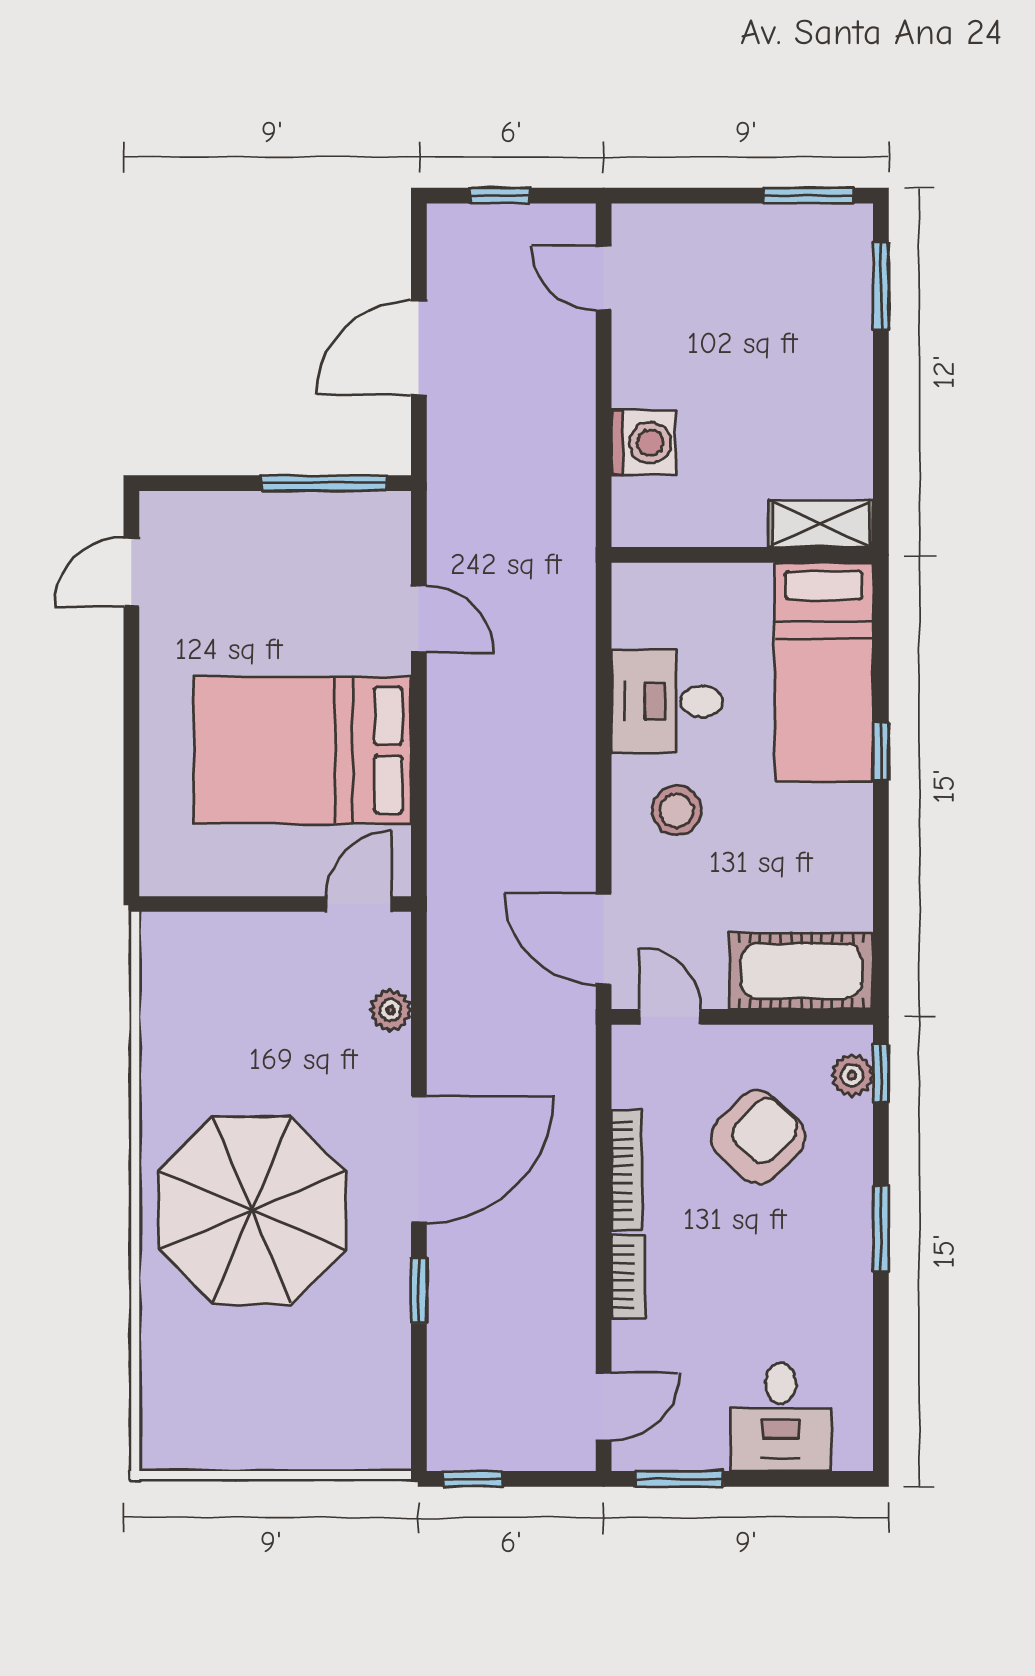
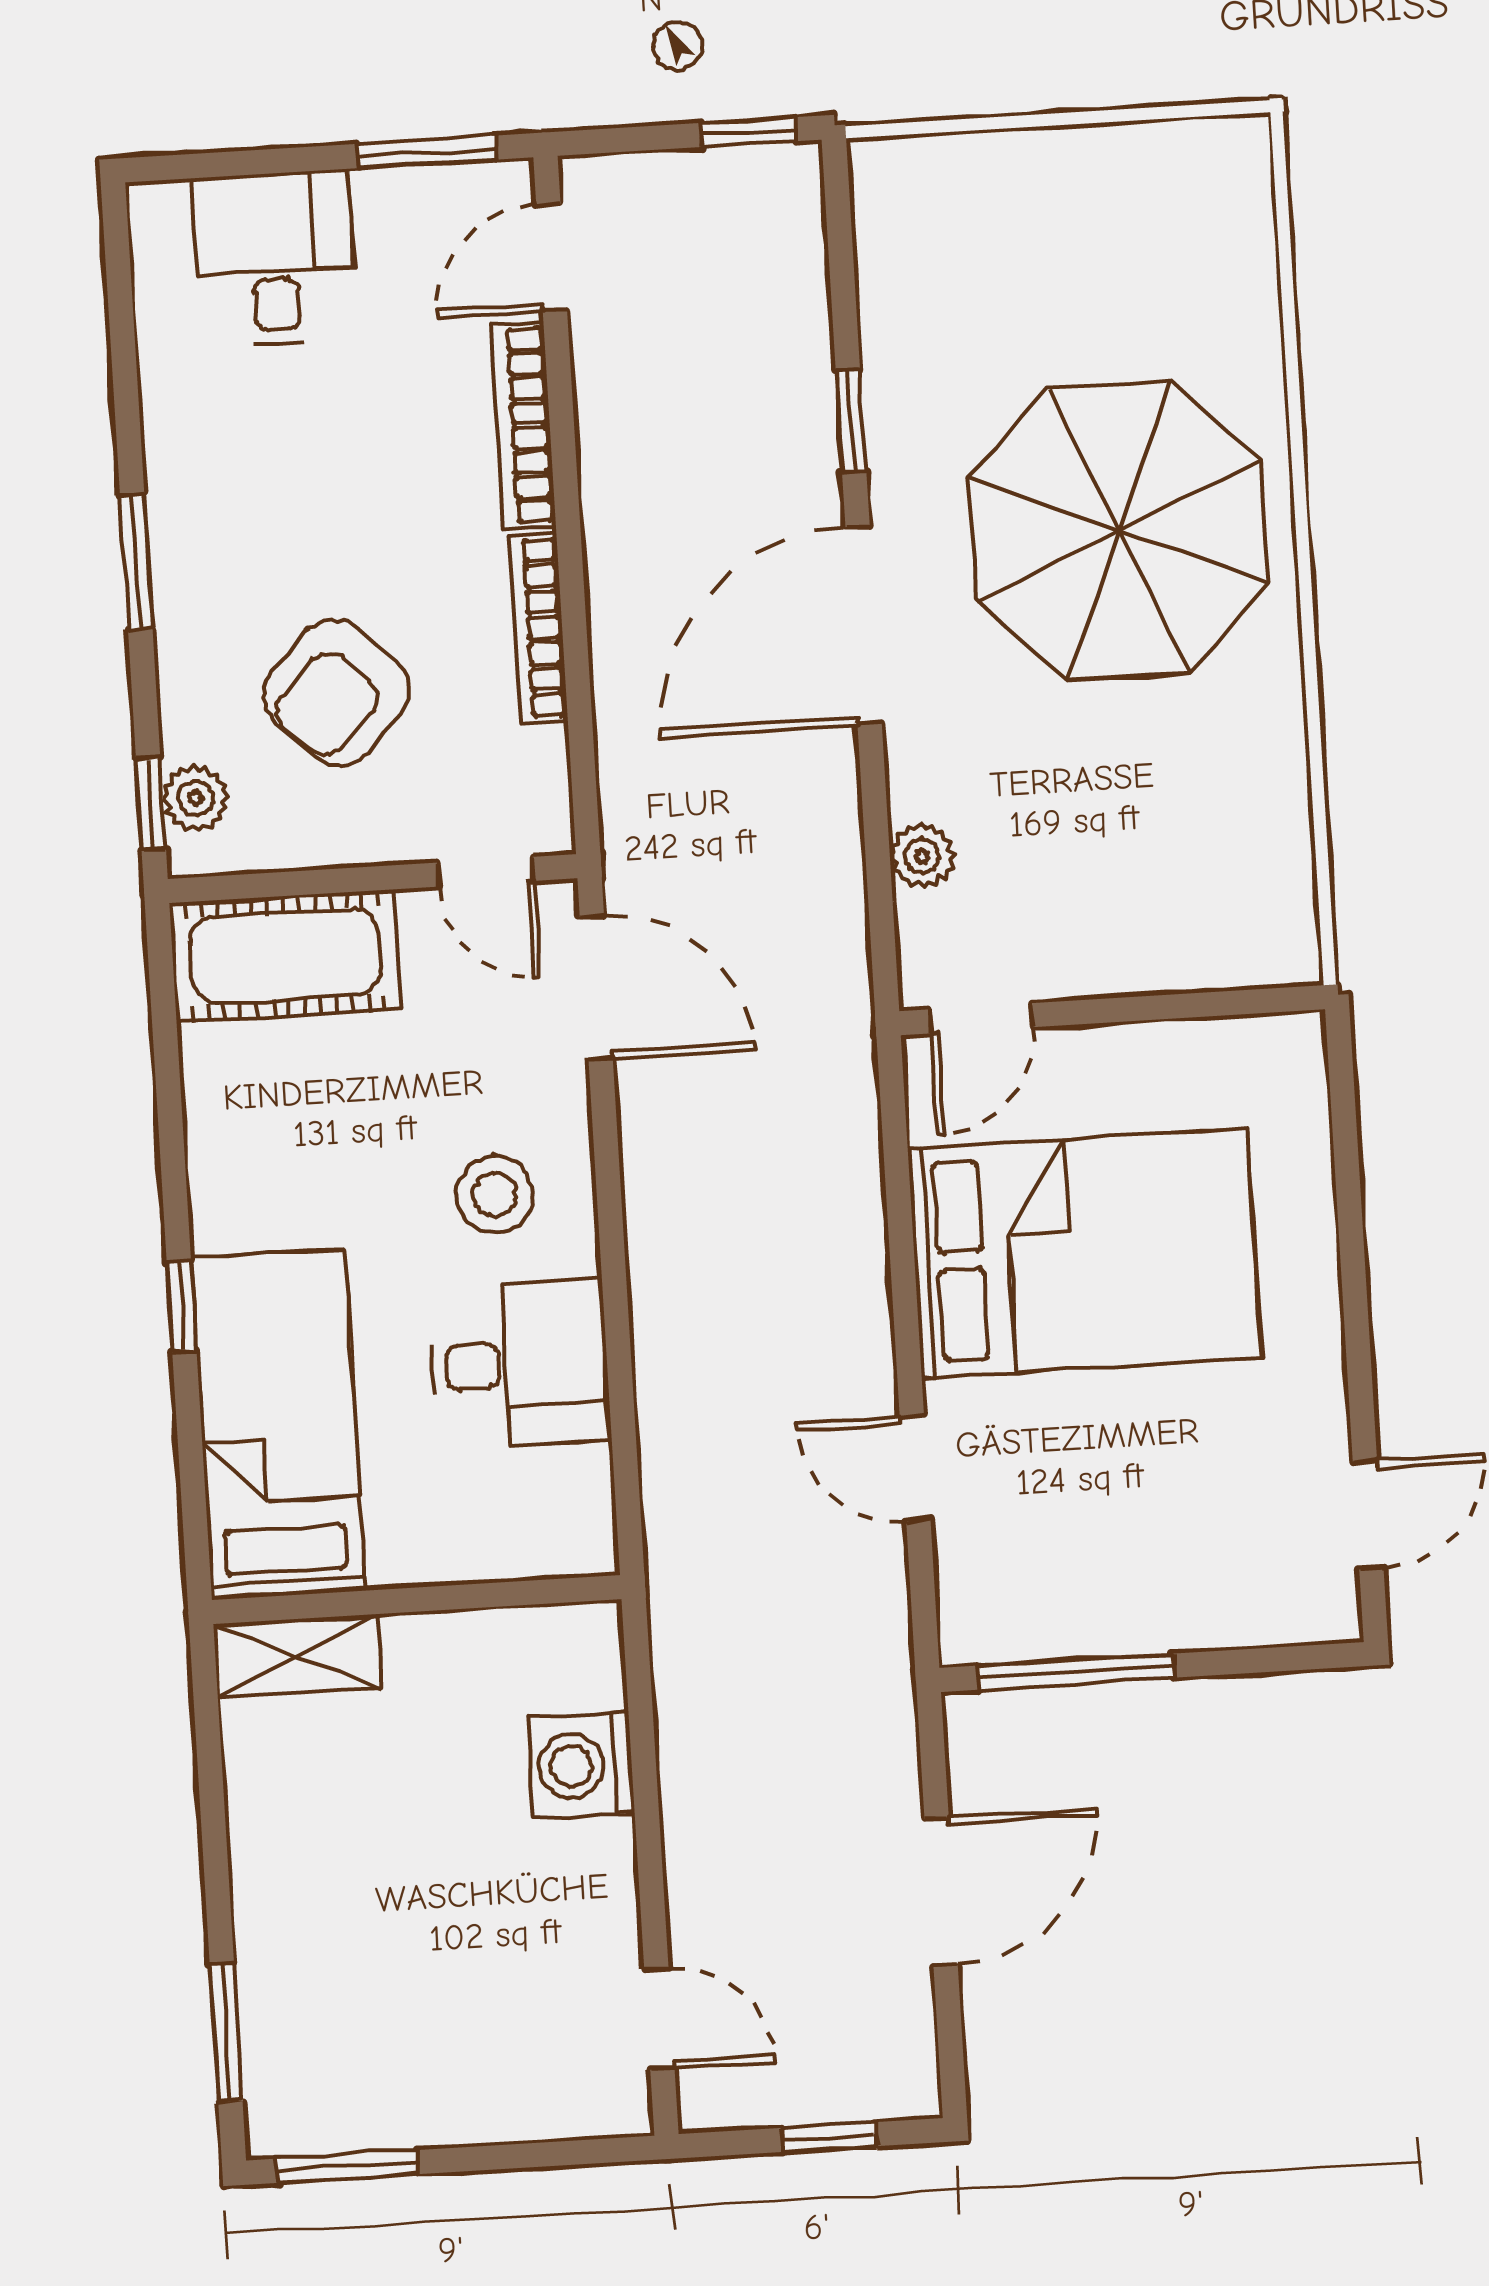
bookcase: (628, 1277) -> (524, 425), width x1.56

